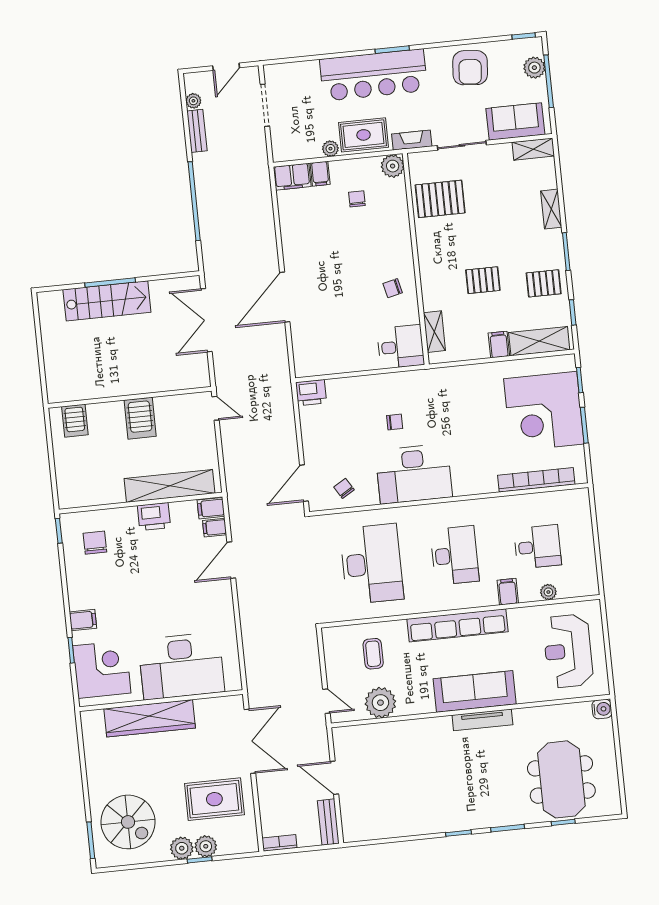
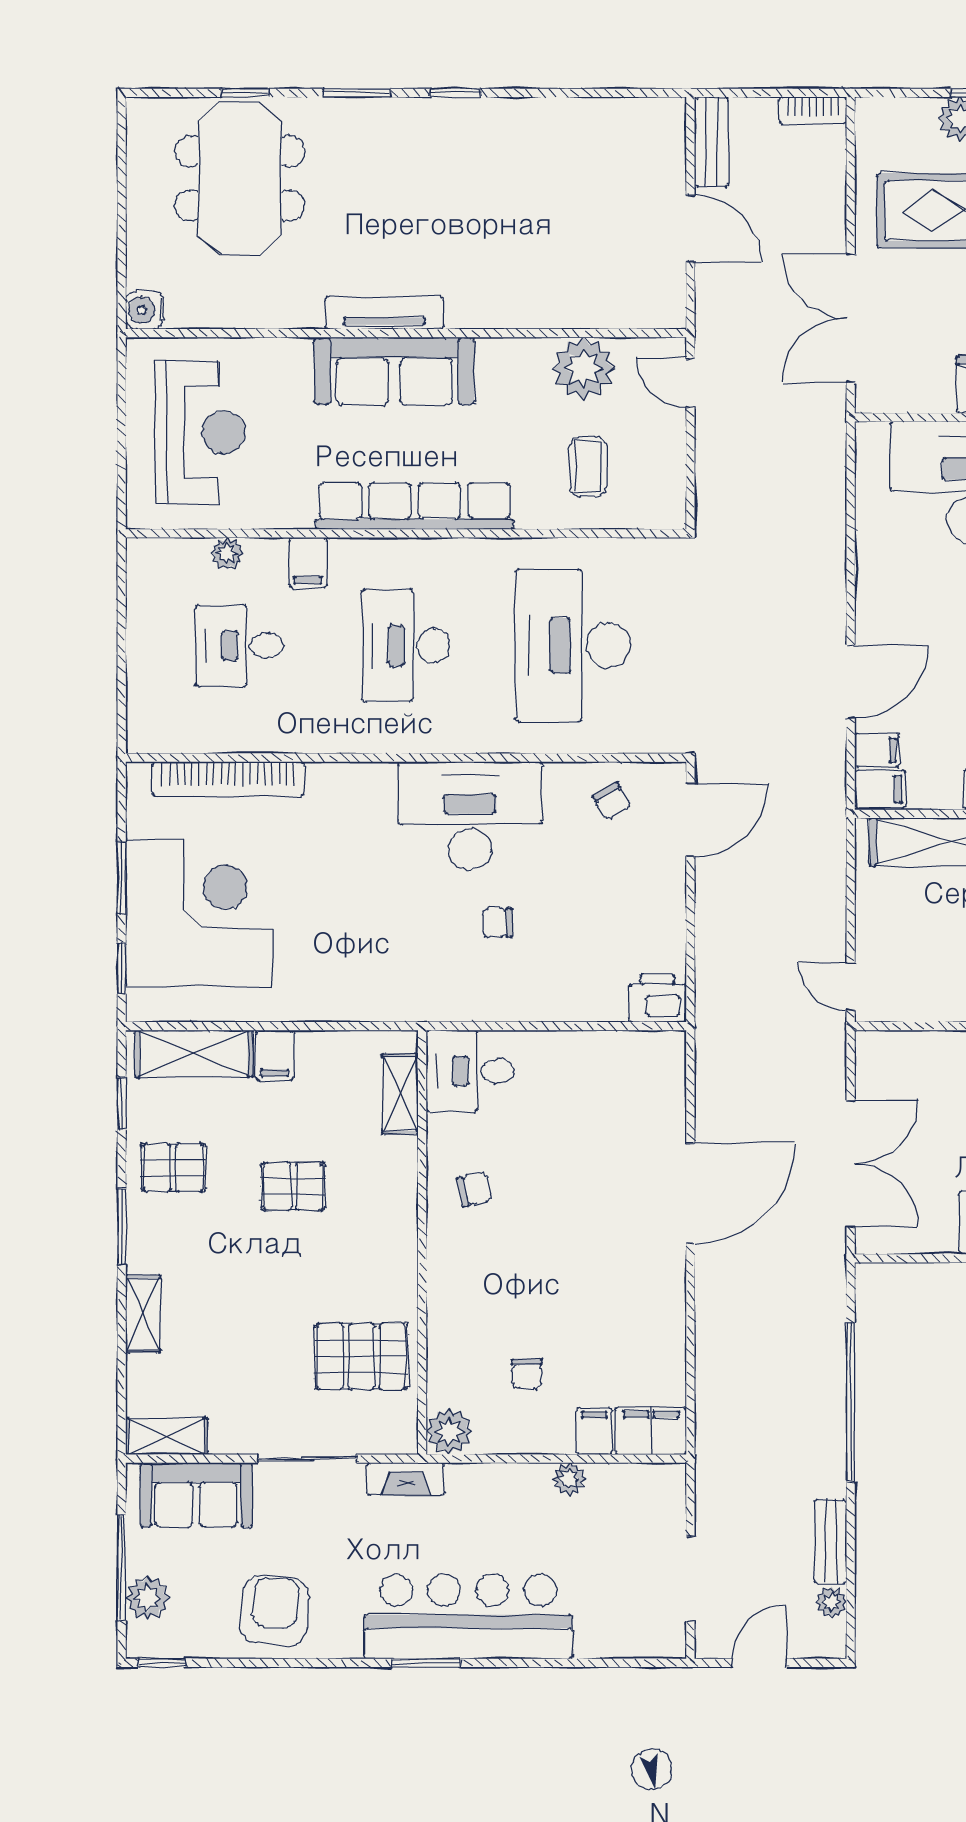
rug: (364, 135) -> (501, 1499), removed

